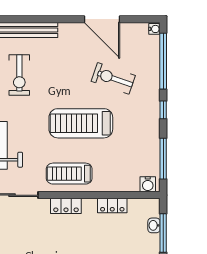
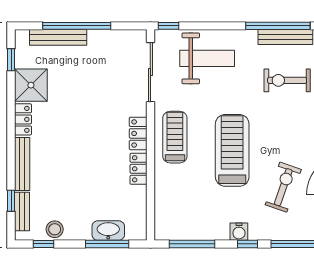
water cooler: (148, 184) -> (239, 232), moved, turned -90
locker: (112, 206) -> (139, 169), moved
washbasin: (154, 225) -> (108, 231), width x1.91, depth x1.45

